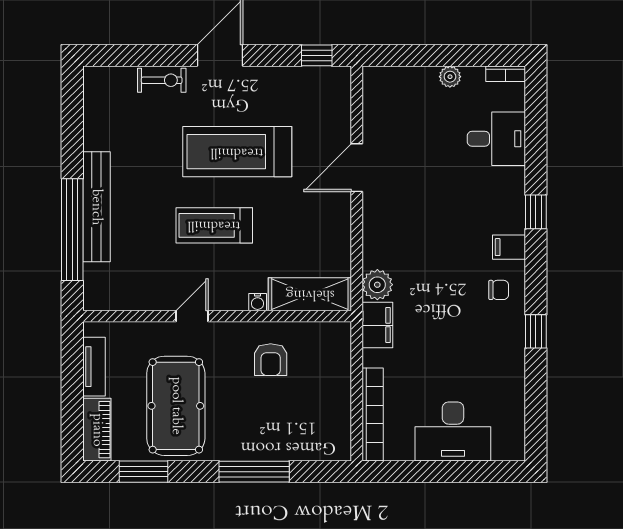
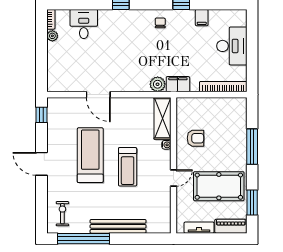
plant: (450, 77) -> (52, 36), moved
exercise bike: (162, 80) -> (62, 214), moved
treadmill: (237, 152) -> (90, 155), turned 180
window: (72, 230) -> (83, 239), moved
filing cabinet: (509, 247) -> (202, 18), moved
door: (192, 316) -> (173, 178), swing flipped

